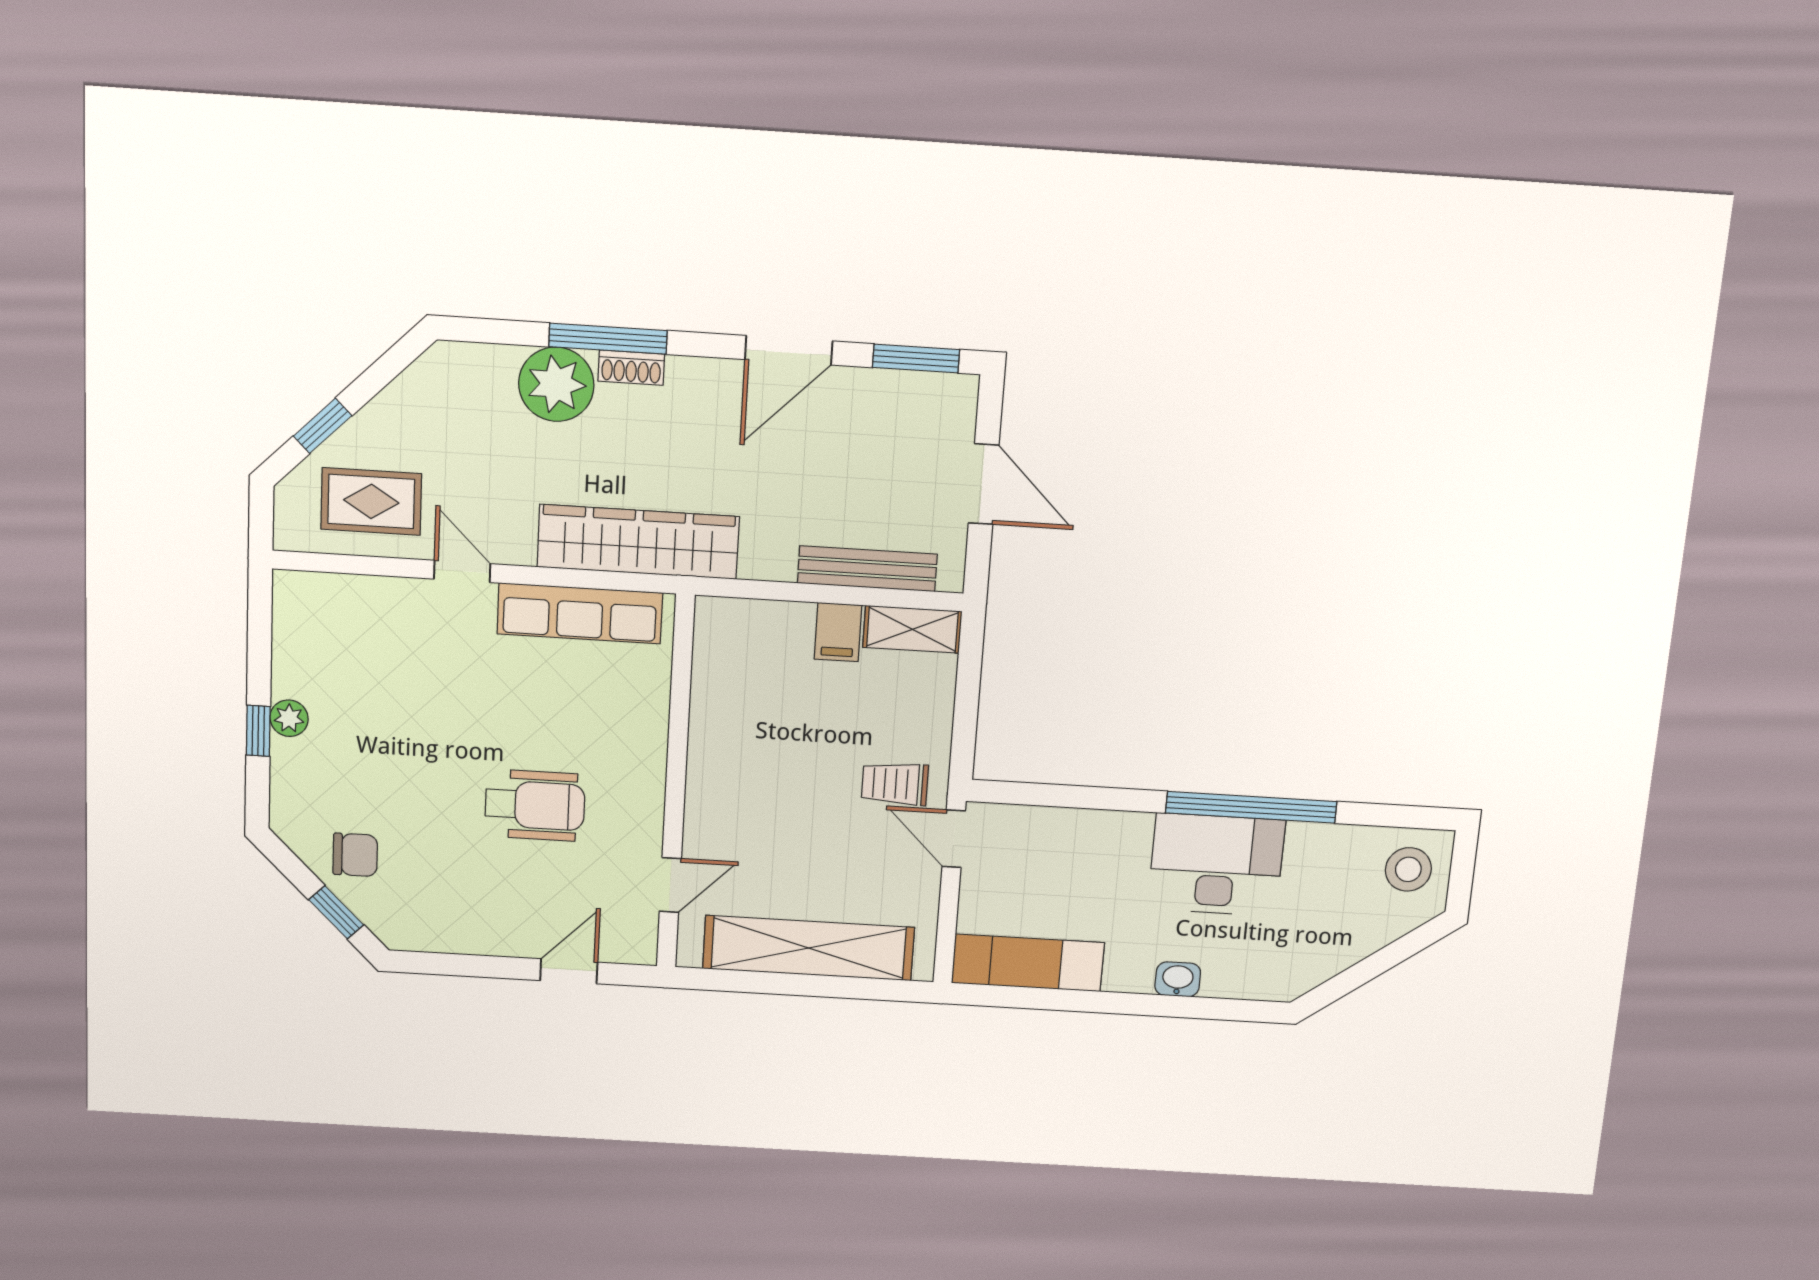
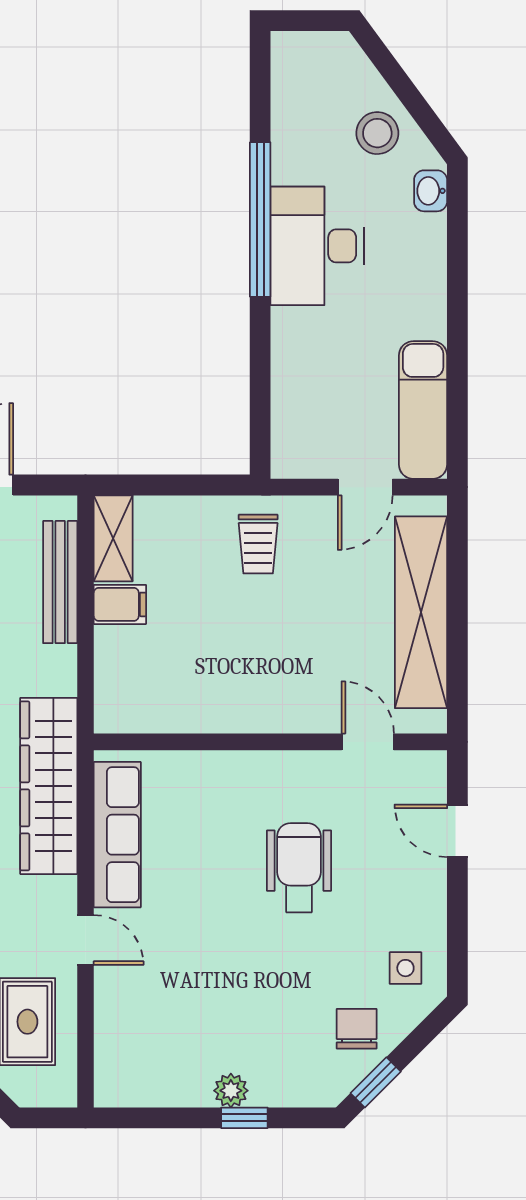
door: (462, 571) -> (86, 940), swing flipped
door: (954, 839) -> (365, 487), moved
stool: (1408, 869) -> (377, 133), moved
side table: (421, 909) -> (405, 968), added
window: (336, 912) -> (376, 1082), moved
washbasin: (1178, 979) -> (431, 191), moved

